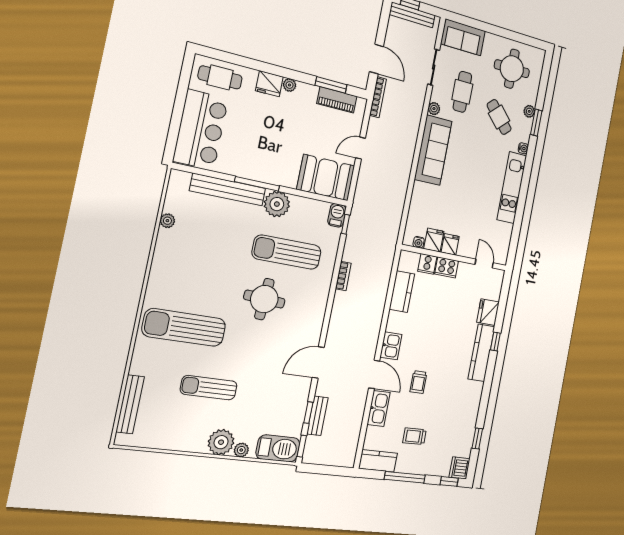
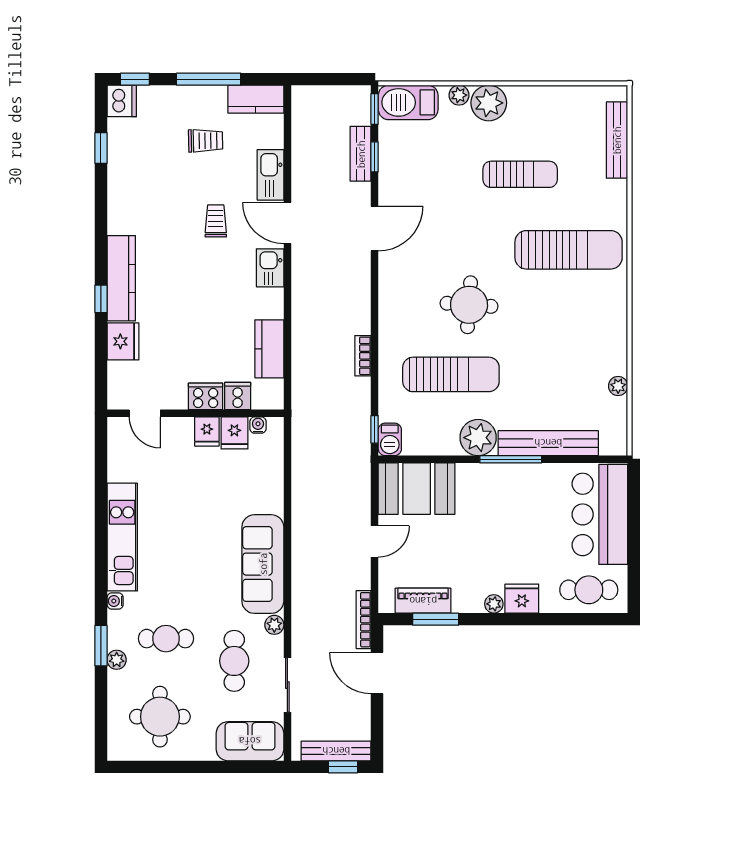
cafe table: (499, 117) -> (166, 639), turned -47

